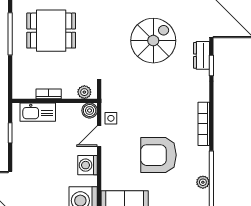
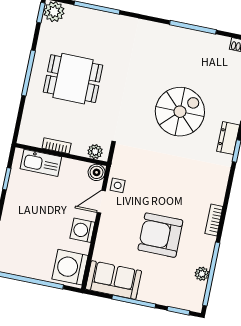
bookcase: (204, 124) -> (214, 220), width x0.64

